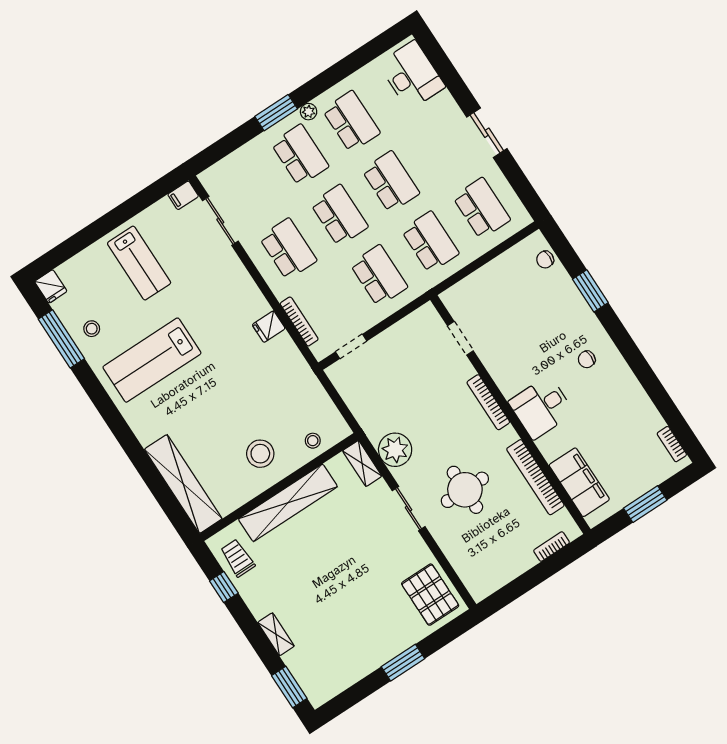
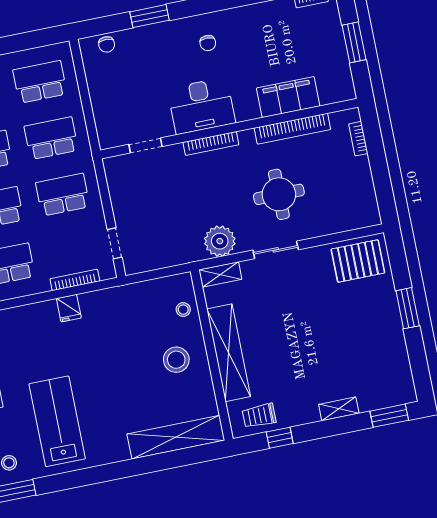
lab bench: (152, 360) -> (57, 421), turned 180
desk: (541, 407) -> (201, 106), moved, width x1.37
filing cabinet: (579, 482) -> (288, 97), moved

